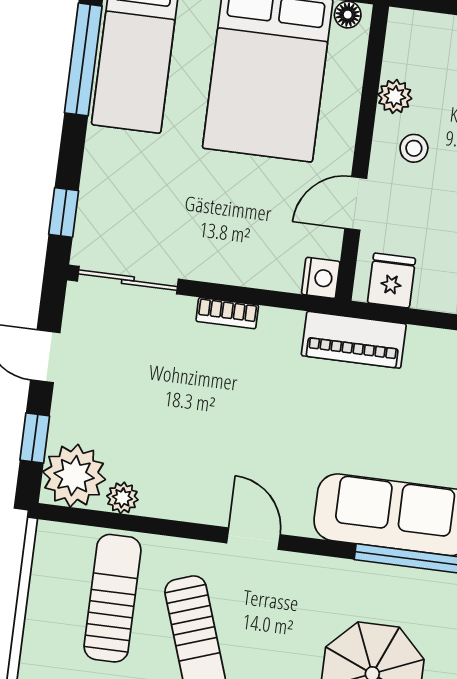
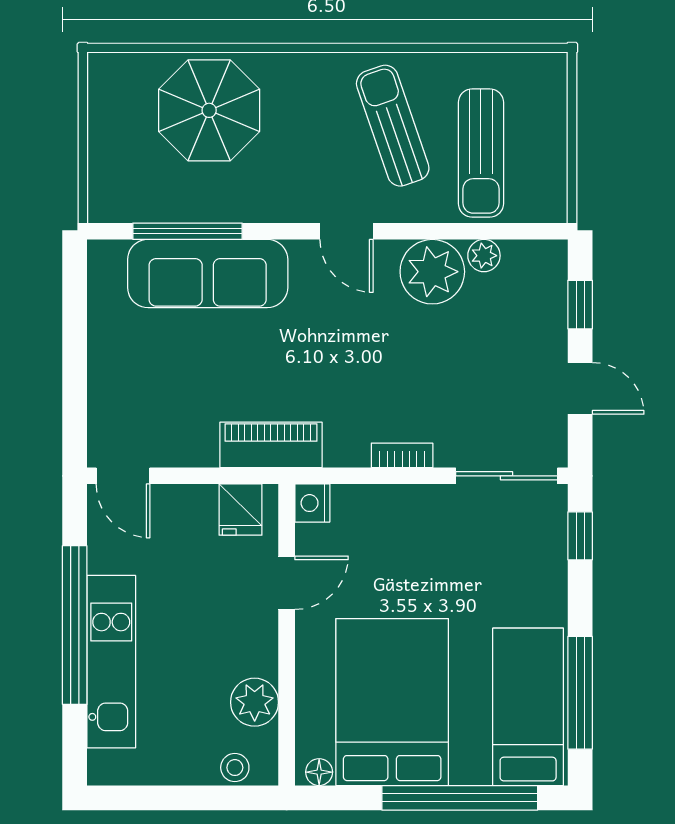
plant: (395, 96) -> (255, 702), width x1.38, depth x1.38
stool: (414, 148) -> (235, 768), moved
plant: (74, 476) -> (432, 272), moved

